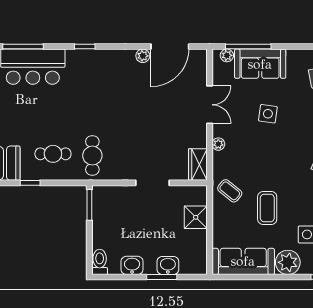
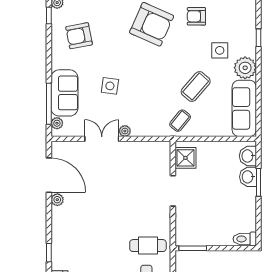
plant: (218, 144) -> (125, 131), moved
wardrobe: (198, 164) -> (156, 150), removed
coffee table: (267, 208) -> (196, 87), turned -49
shower: (196, 217) -> (185, 158), moved
washbasin: (132, 265) -> (248, 156), moved

